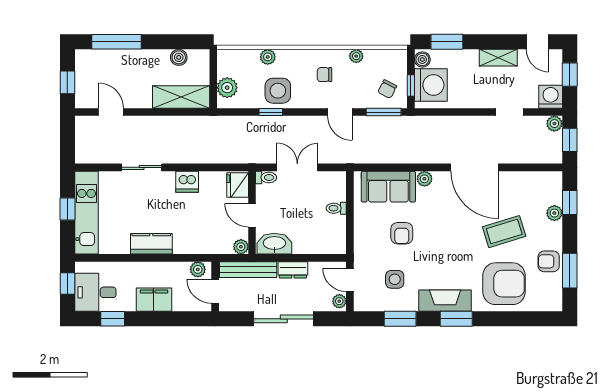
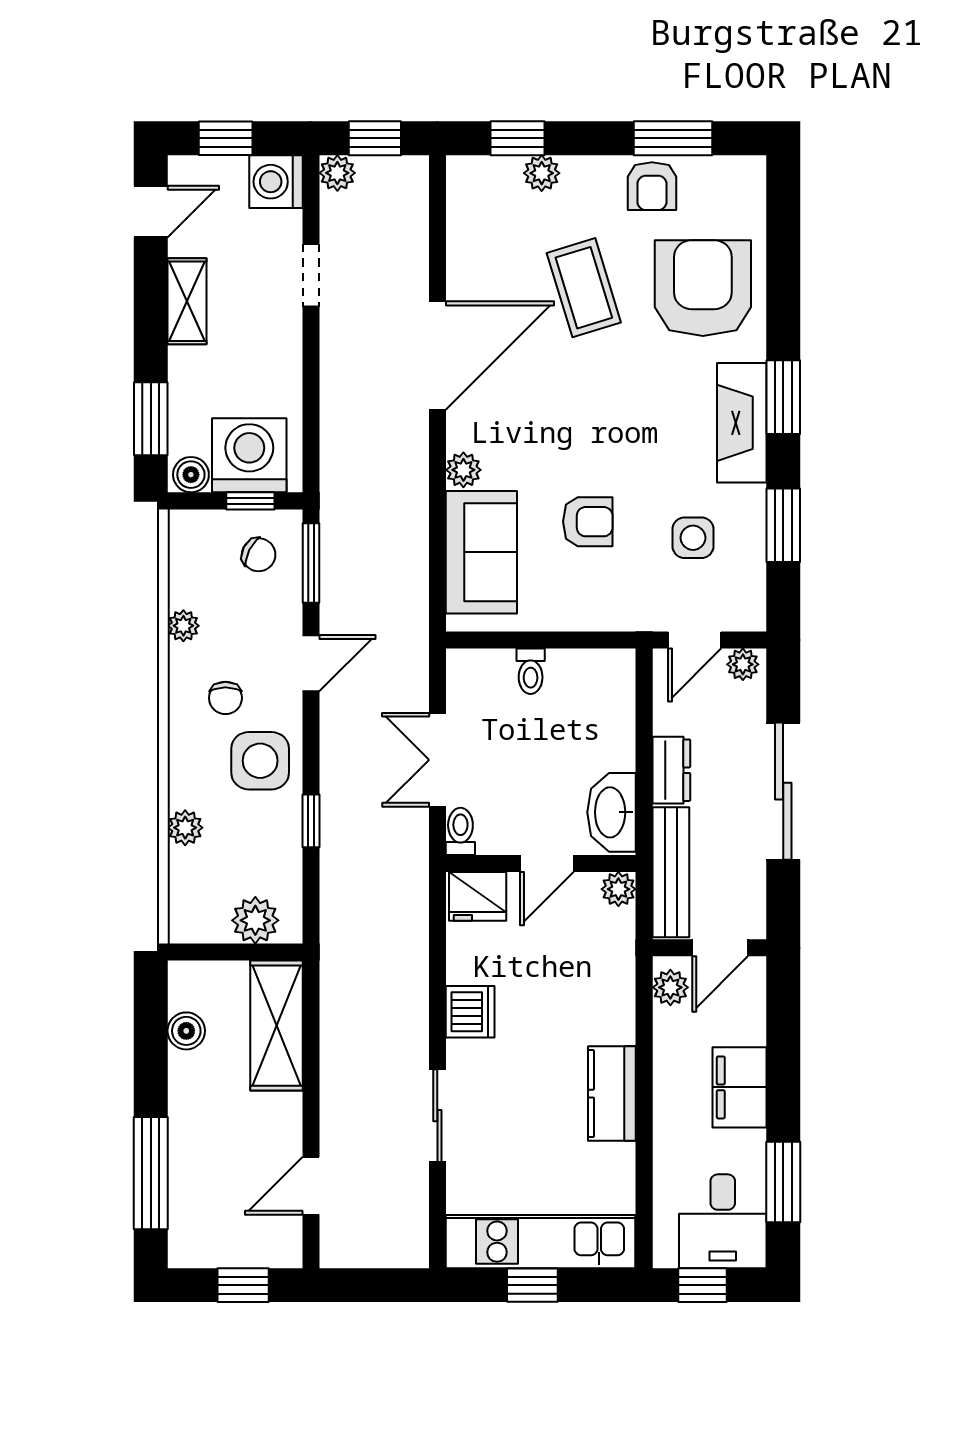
side table: (278, 91) -> (260, 761), moved
window: (113, 319) -> (783, 1182), width x1.50

